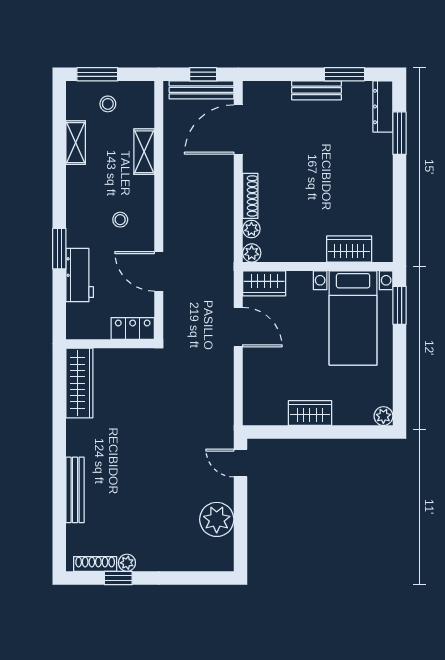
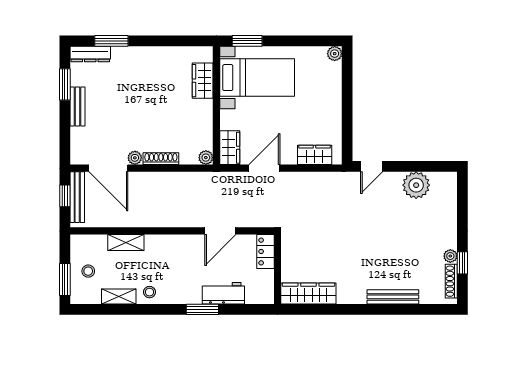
stool: (120, 220) -> (149, 292), moved
plant: (251, 229) -> (135, 158), moved
wardrobe: (310, 413) -> (315, 155), moved, turned 90

